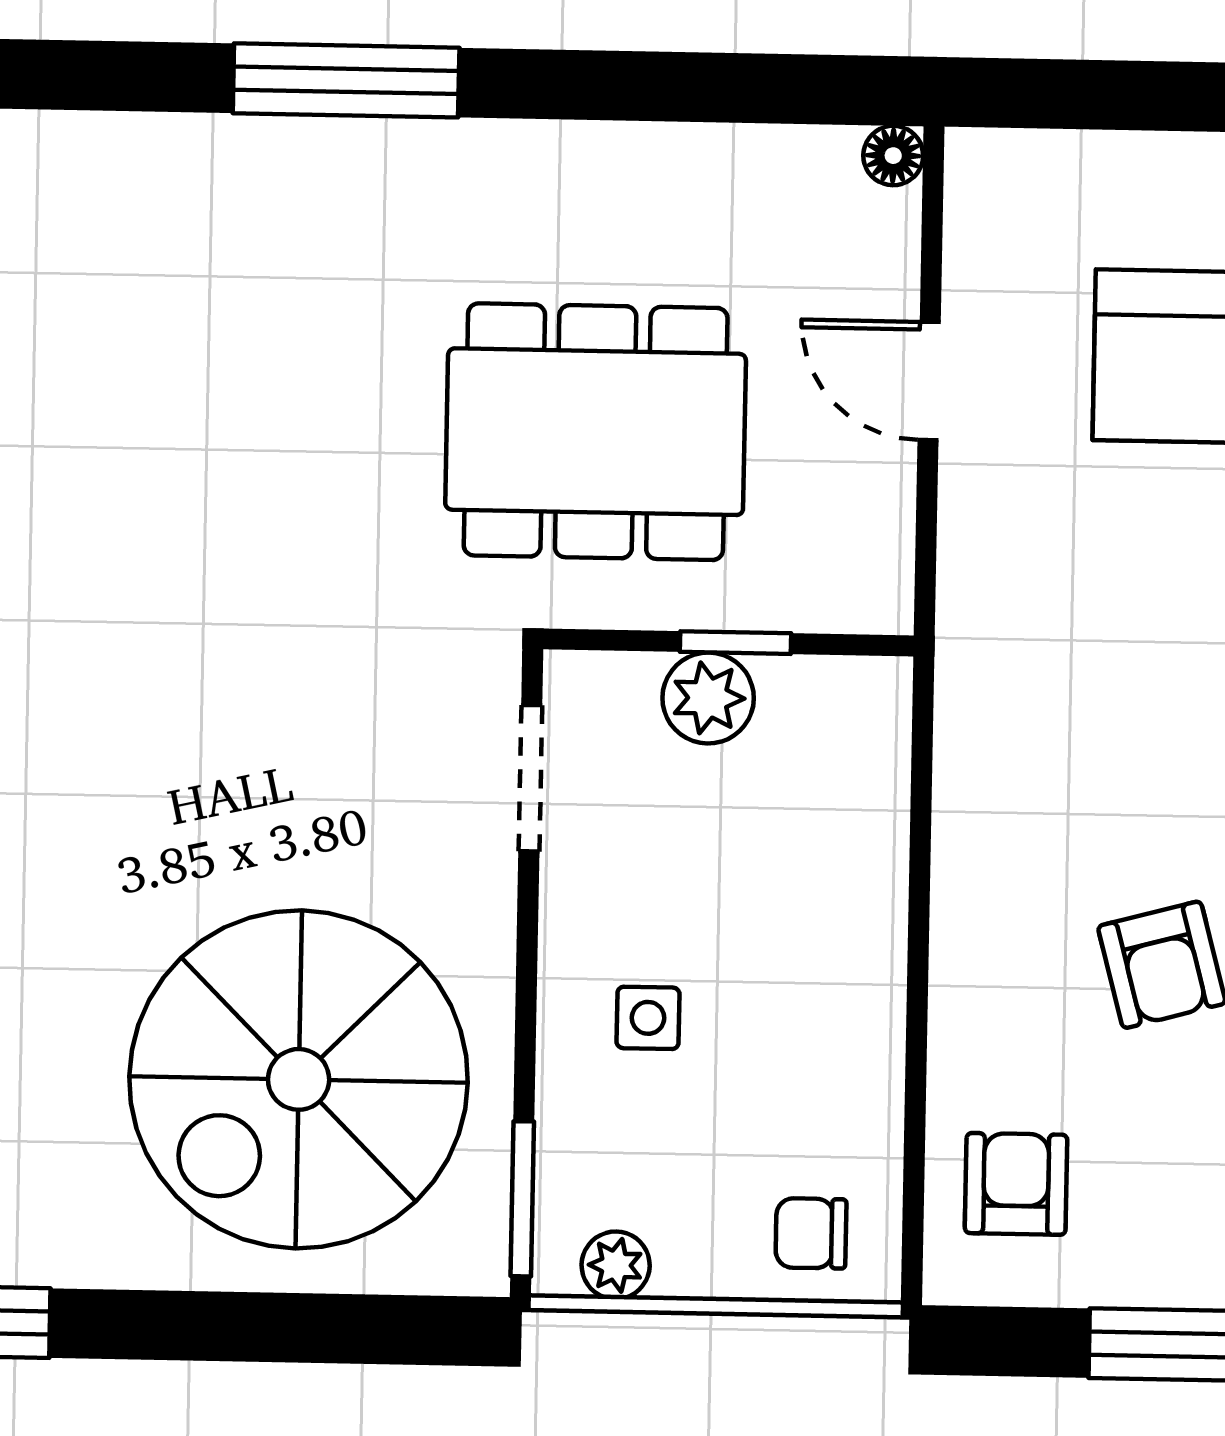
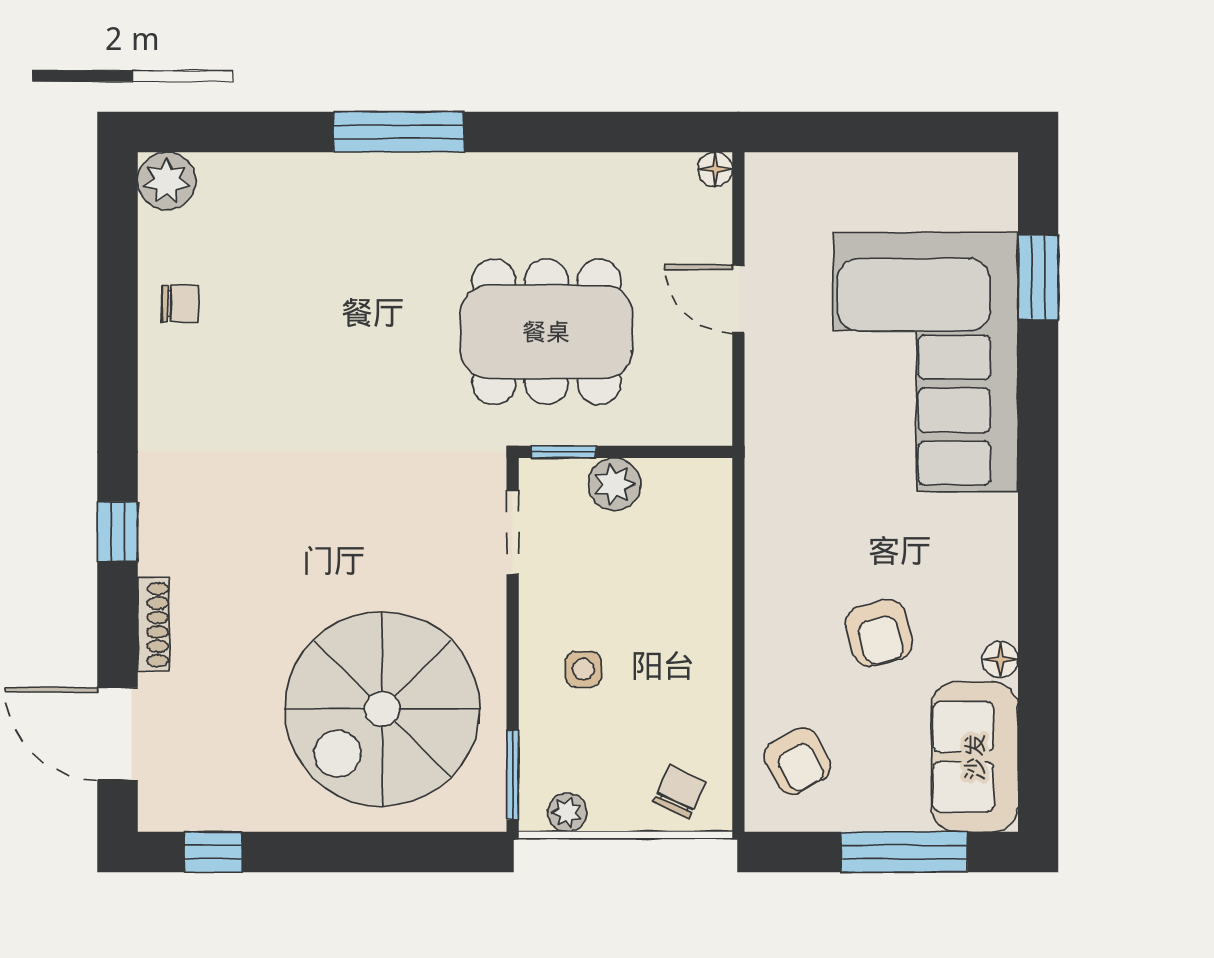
window: (736, 643) -> (564, 452), moved
armchair: (1016, 1184) -> (797, 761), turned 151
chair: (811, 1233) -> (680, 792), turned 115

